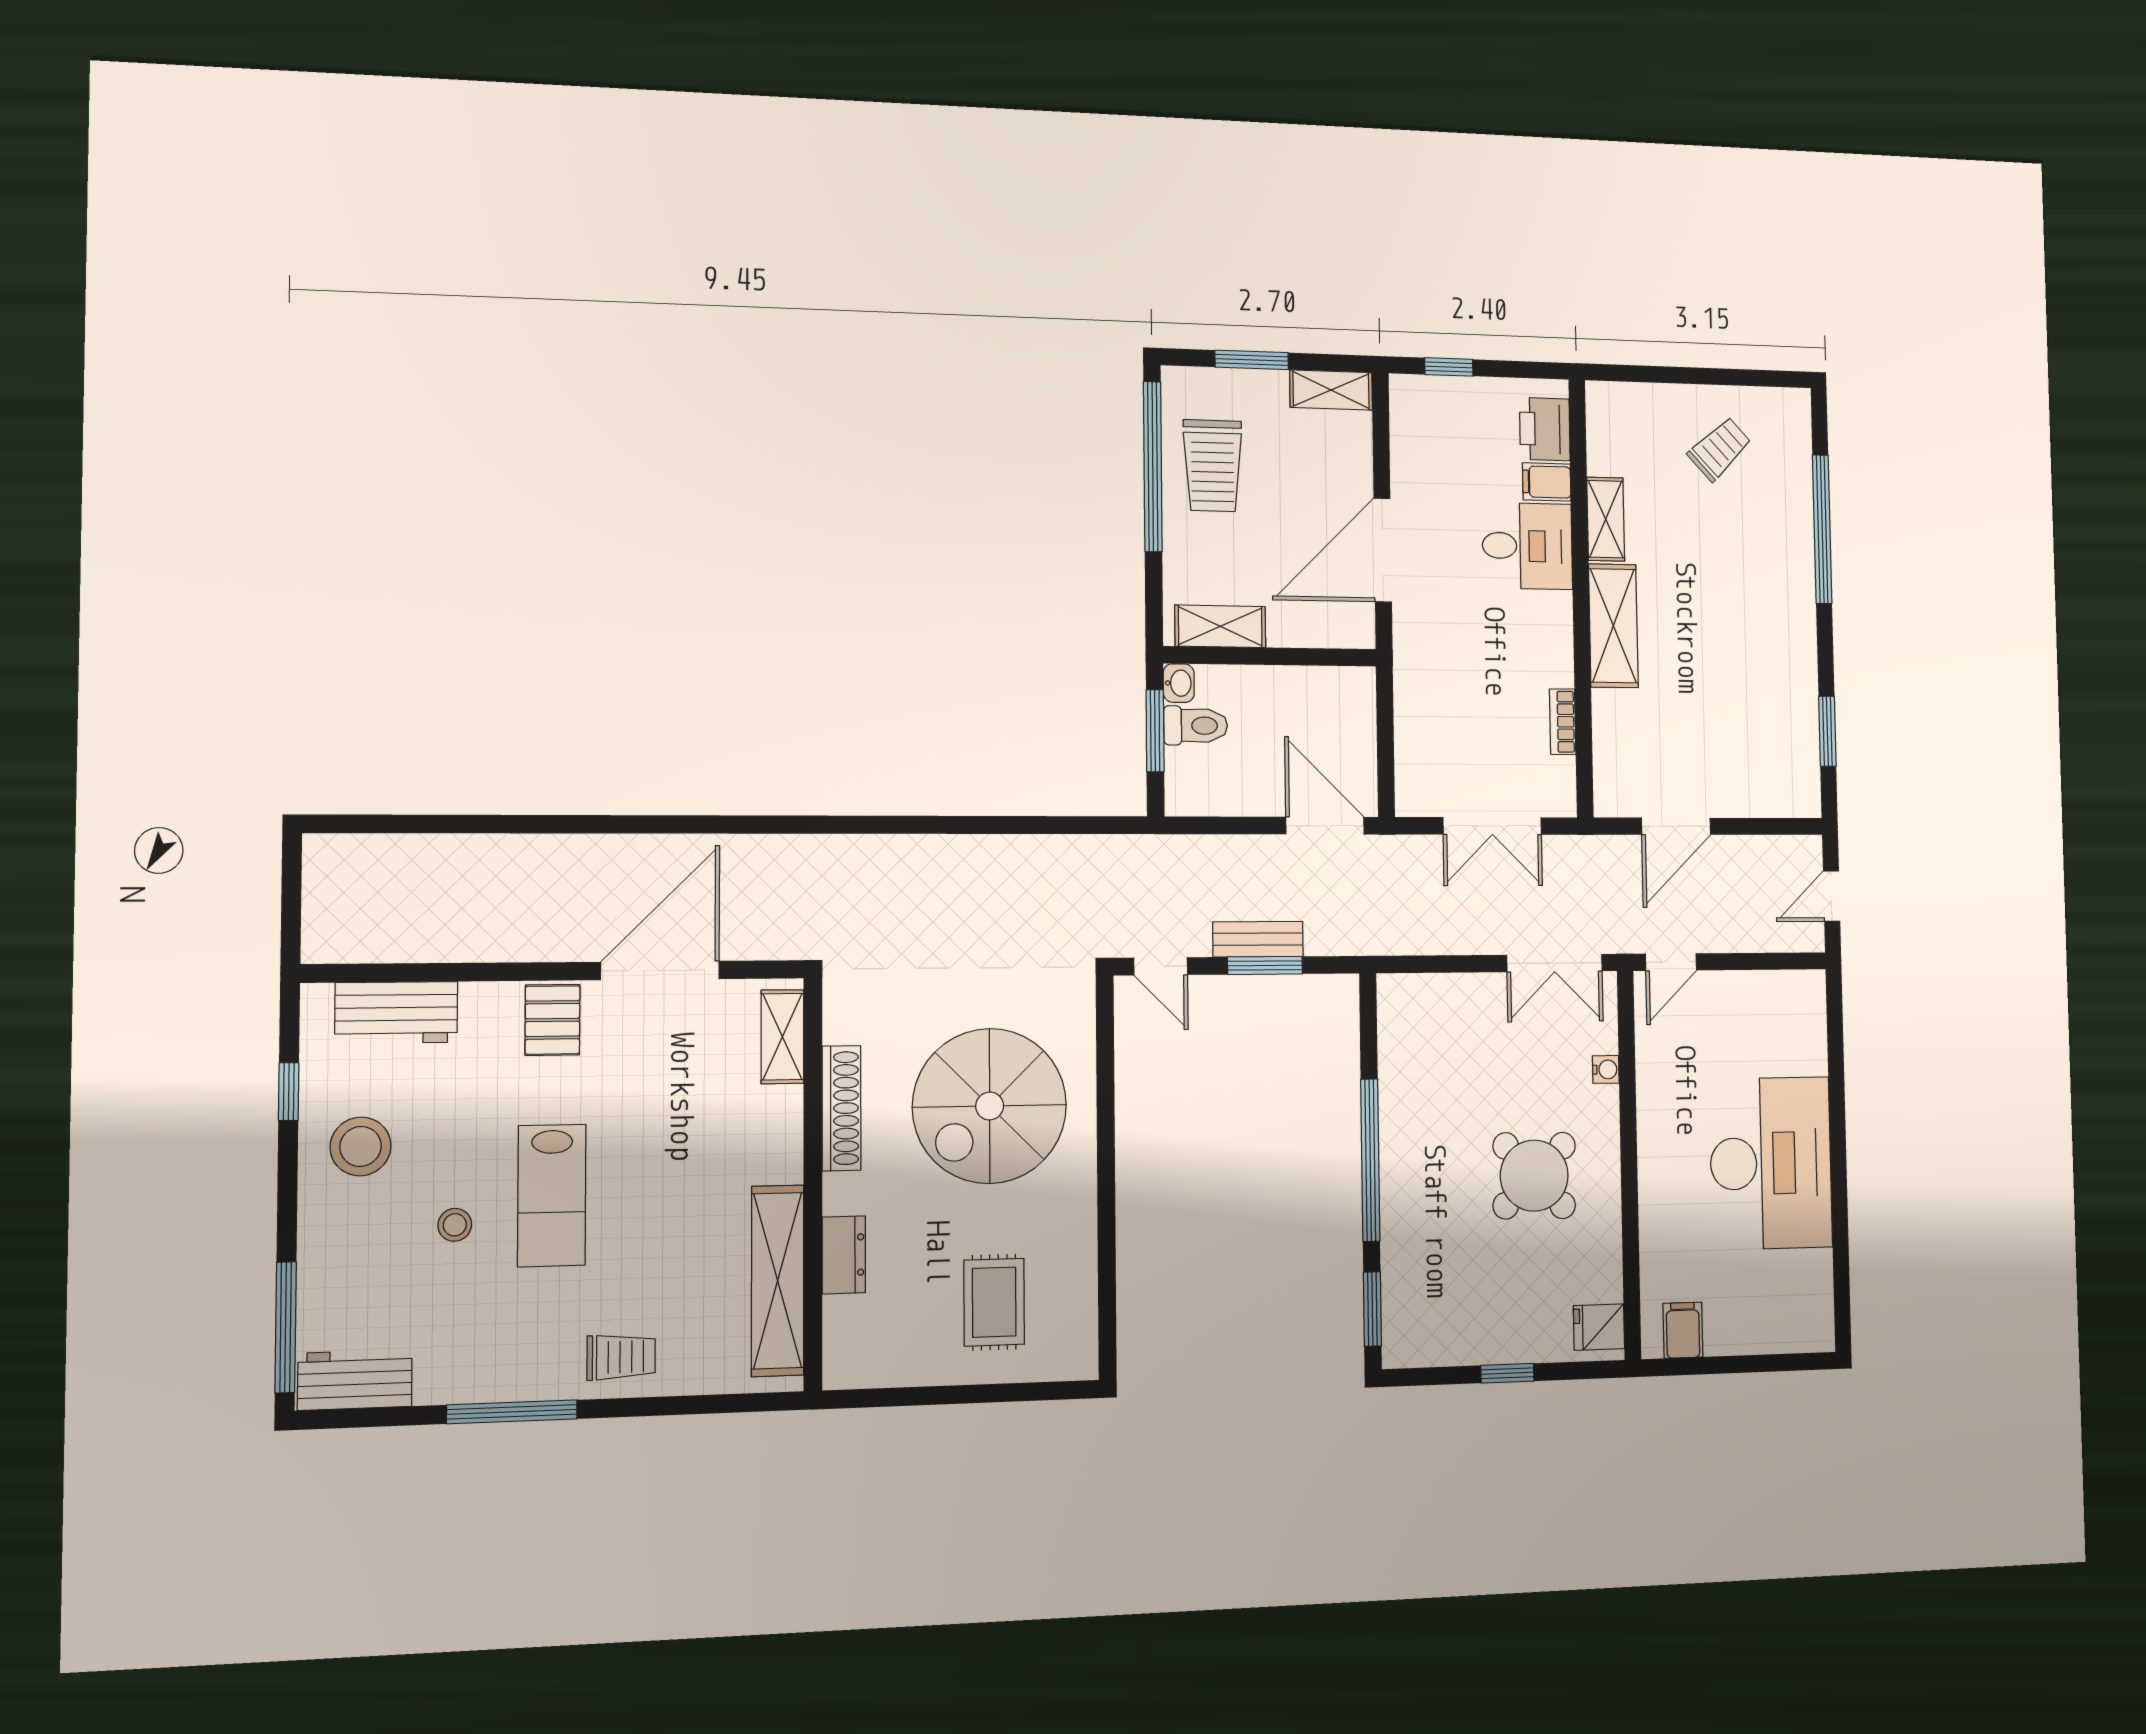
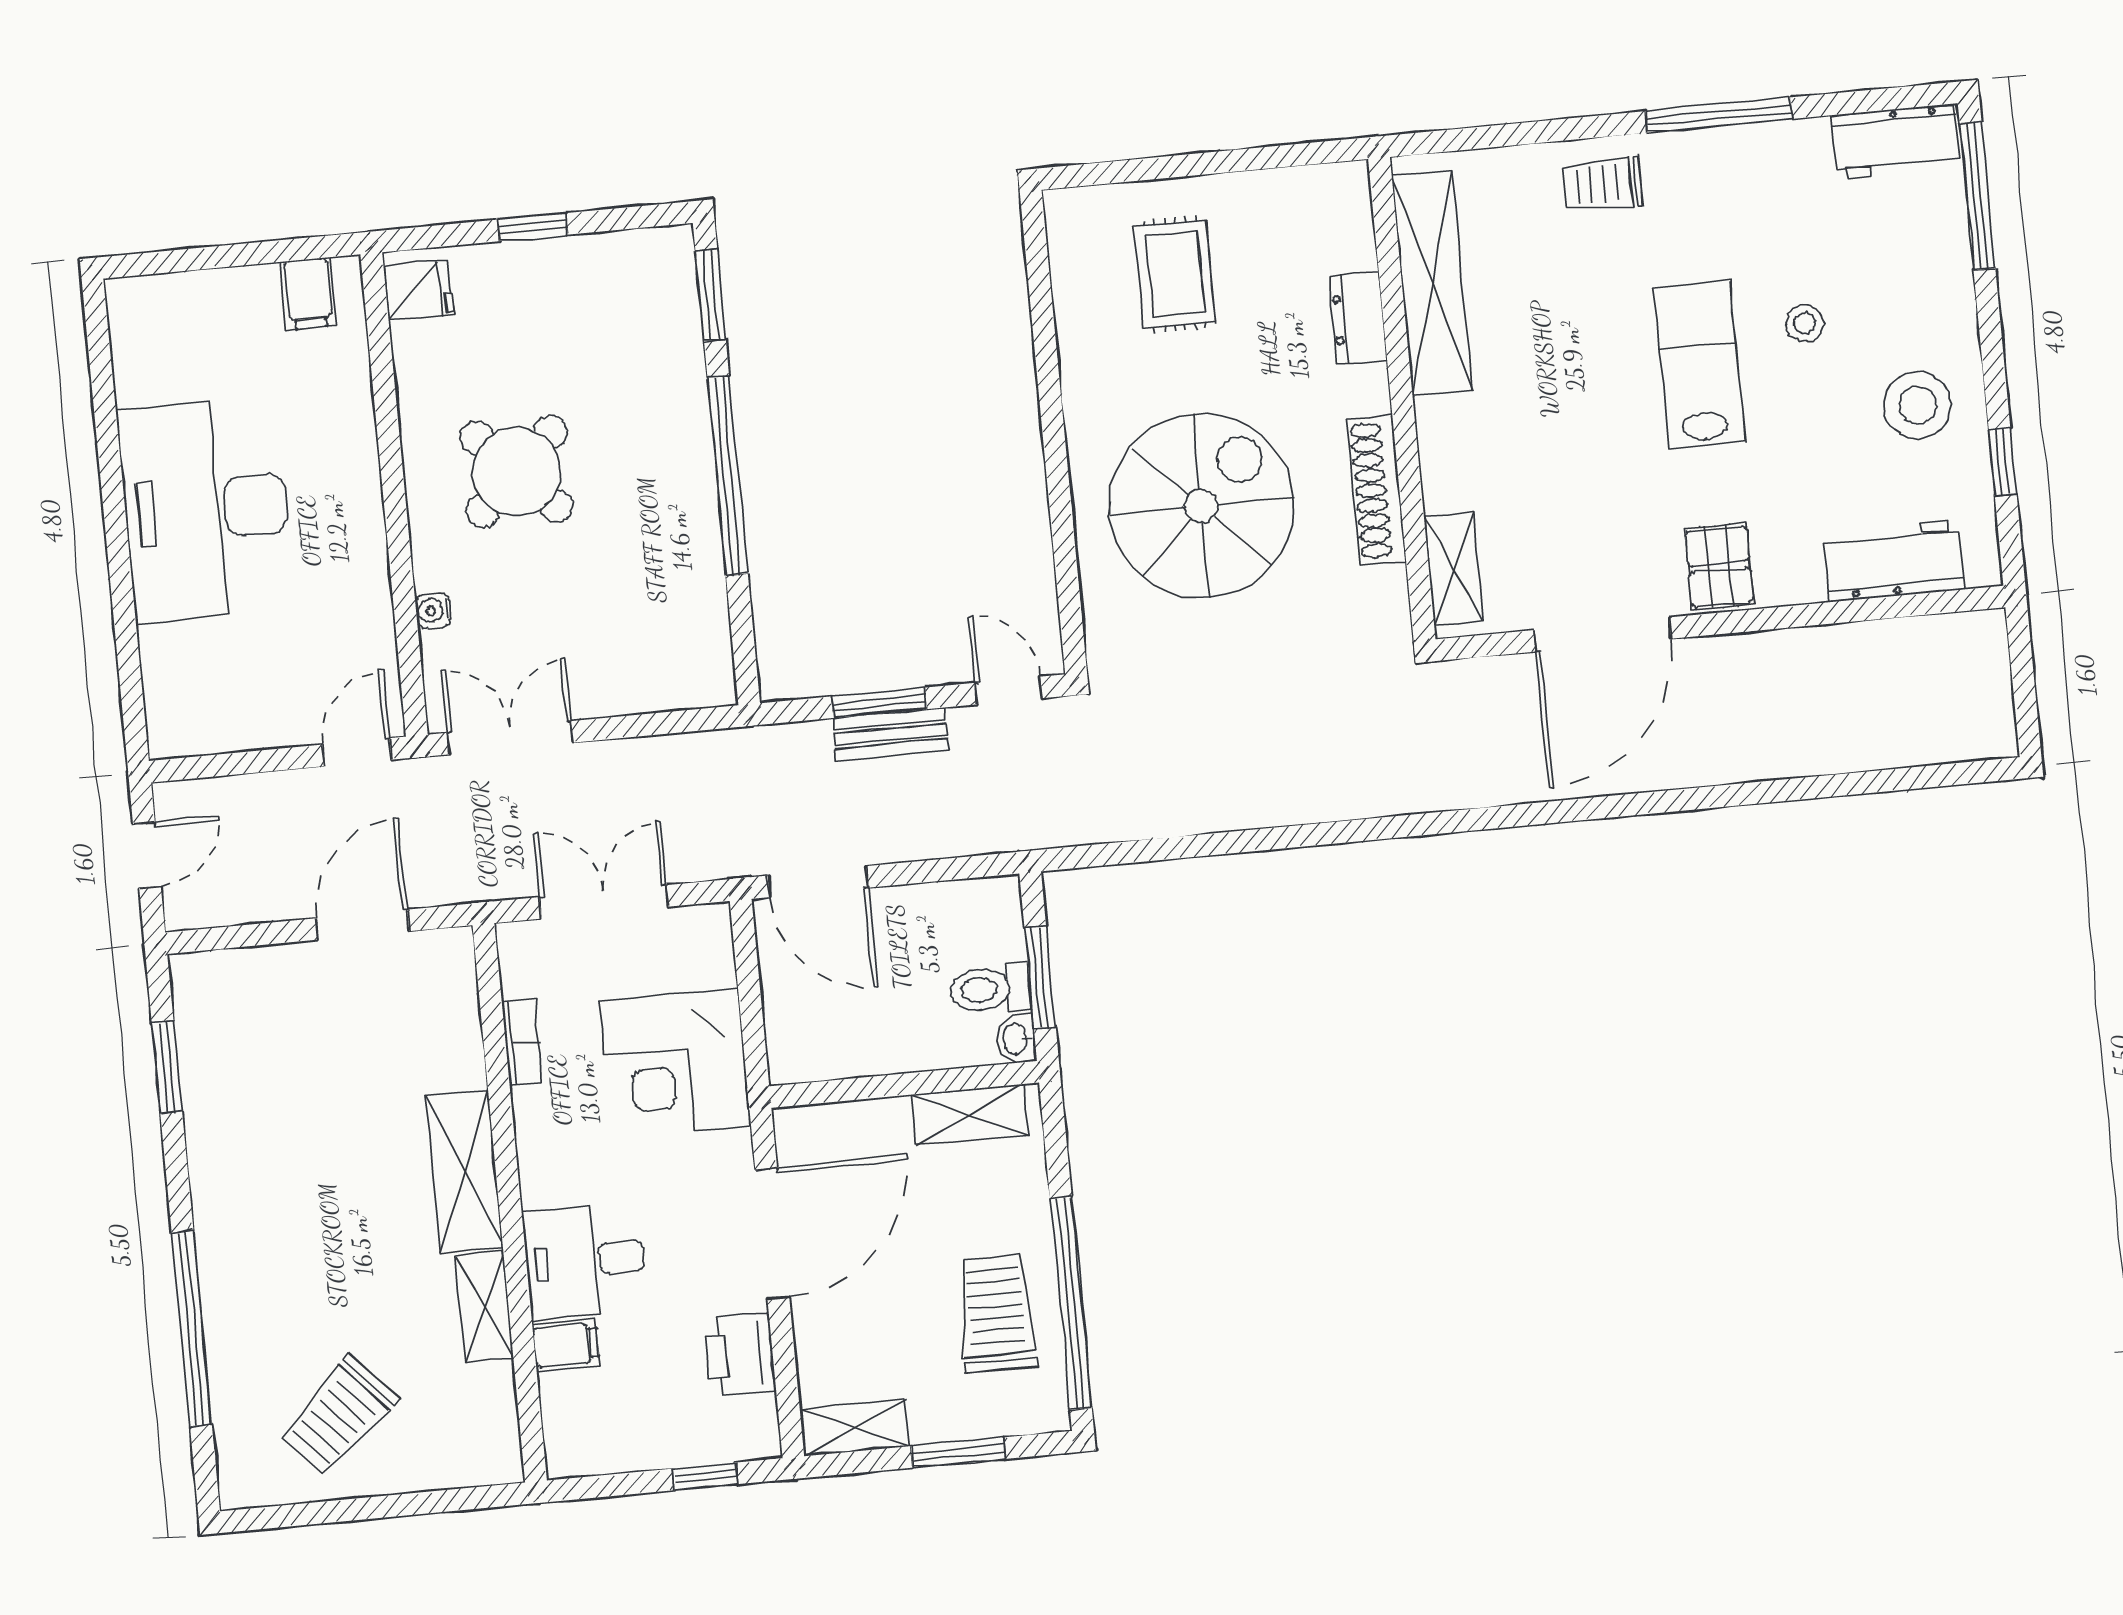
printer: (1545, 429) -> (740, 1355), moved, turned 180
trolley: (1720, 449) -> (339, 1416), width x1.36, depth x1.39
corner desk: (1447, 692) -> (675, 1064), added

